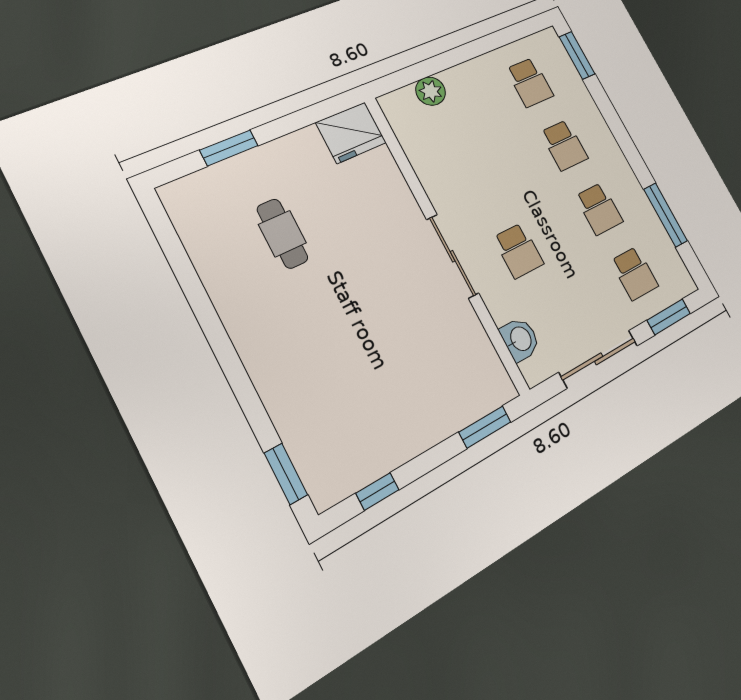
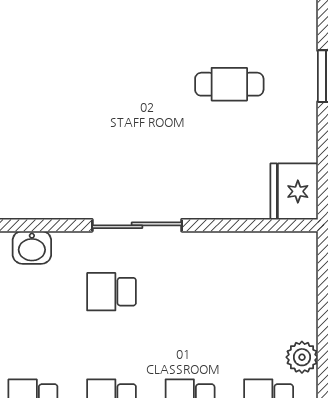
plant: (431, 91) -> (302, 357), moved

